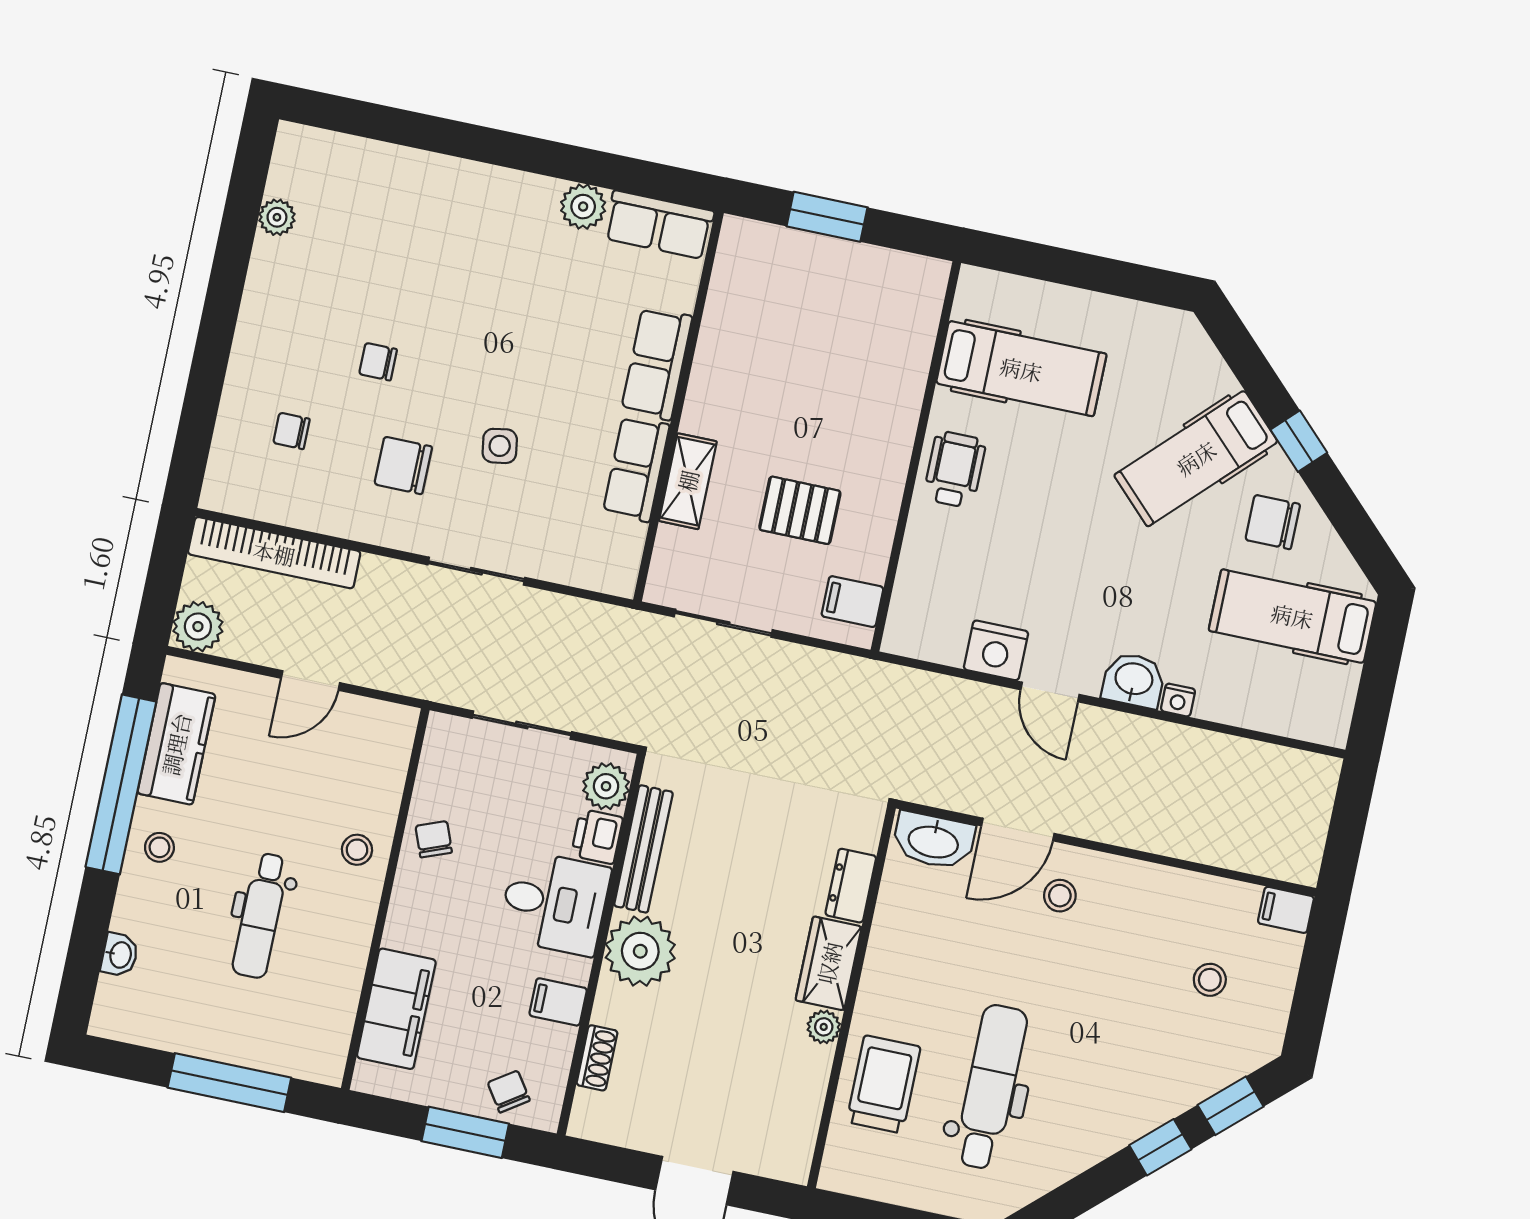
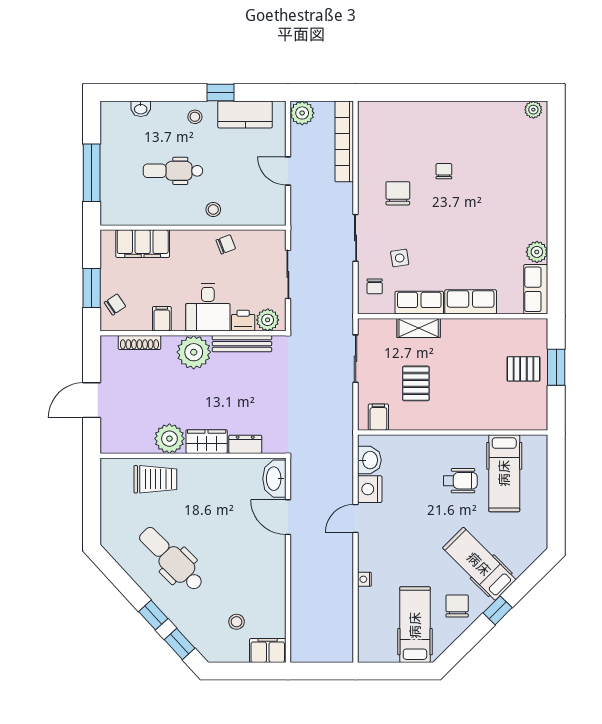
plant: (277, 217) -> (533, 110), moved
pallet: (817, 284) -> (523, 369), added
chair: (291, 431) -> (375, 286), moved, turned 180
side table: (500, 446) -> (400, 258), moved
wheelchair: (955, 469) -> (460, 481), moved
washbasin: (1134, 680) -> (369, 460), moved
window: (121, 784) -> (221, 92), width x0.32
stool: (1060, 896) -> (261, 543), removed
filing cabinet: (1286, 910) -> (268, 651), width x2.00
plant: (824, 1027) -> (169, 439), width x1.88, depth x1.88
shoe rack: (597, 1058) -> (139, 342), width x1.43
dental chair: (991, 1087) -> (171, 559), moved, turned -135

